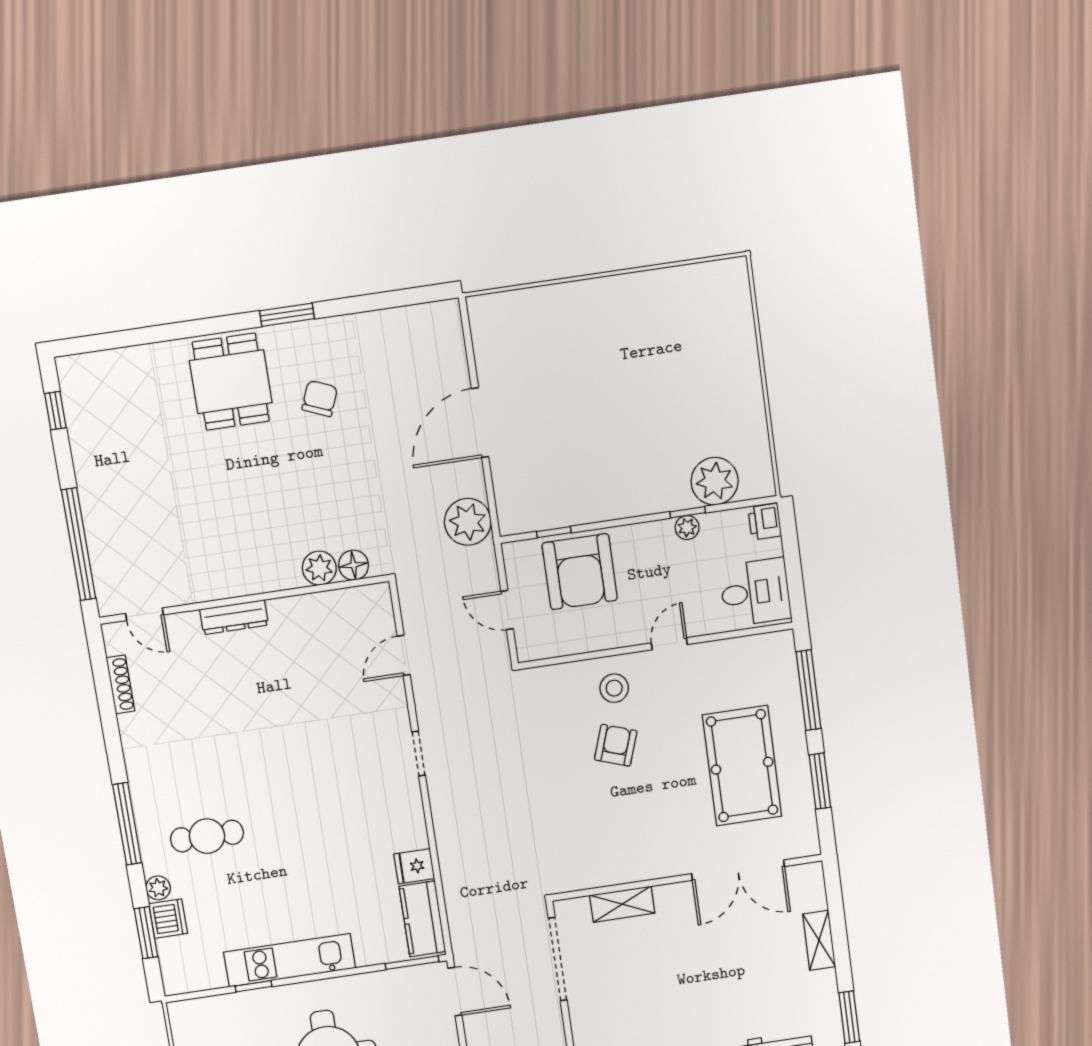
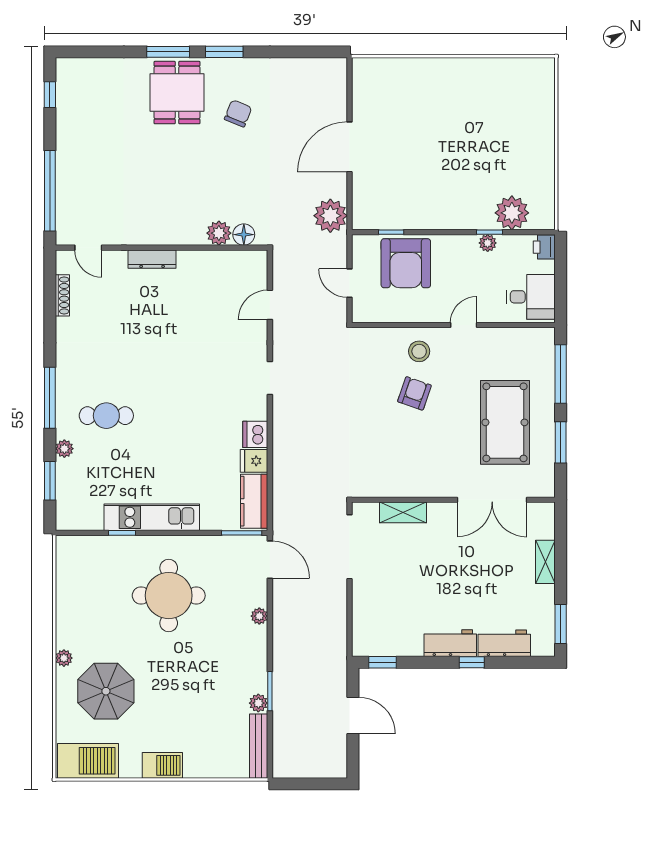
window: (209, 326) -> (168, 52), added
dishwasher: (168, 919) -> (255, 434), moved, turned 180

